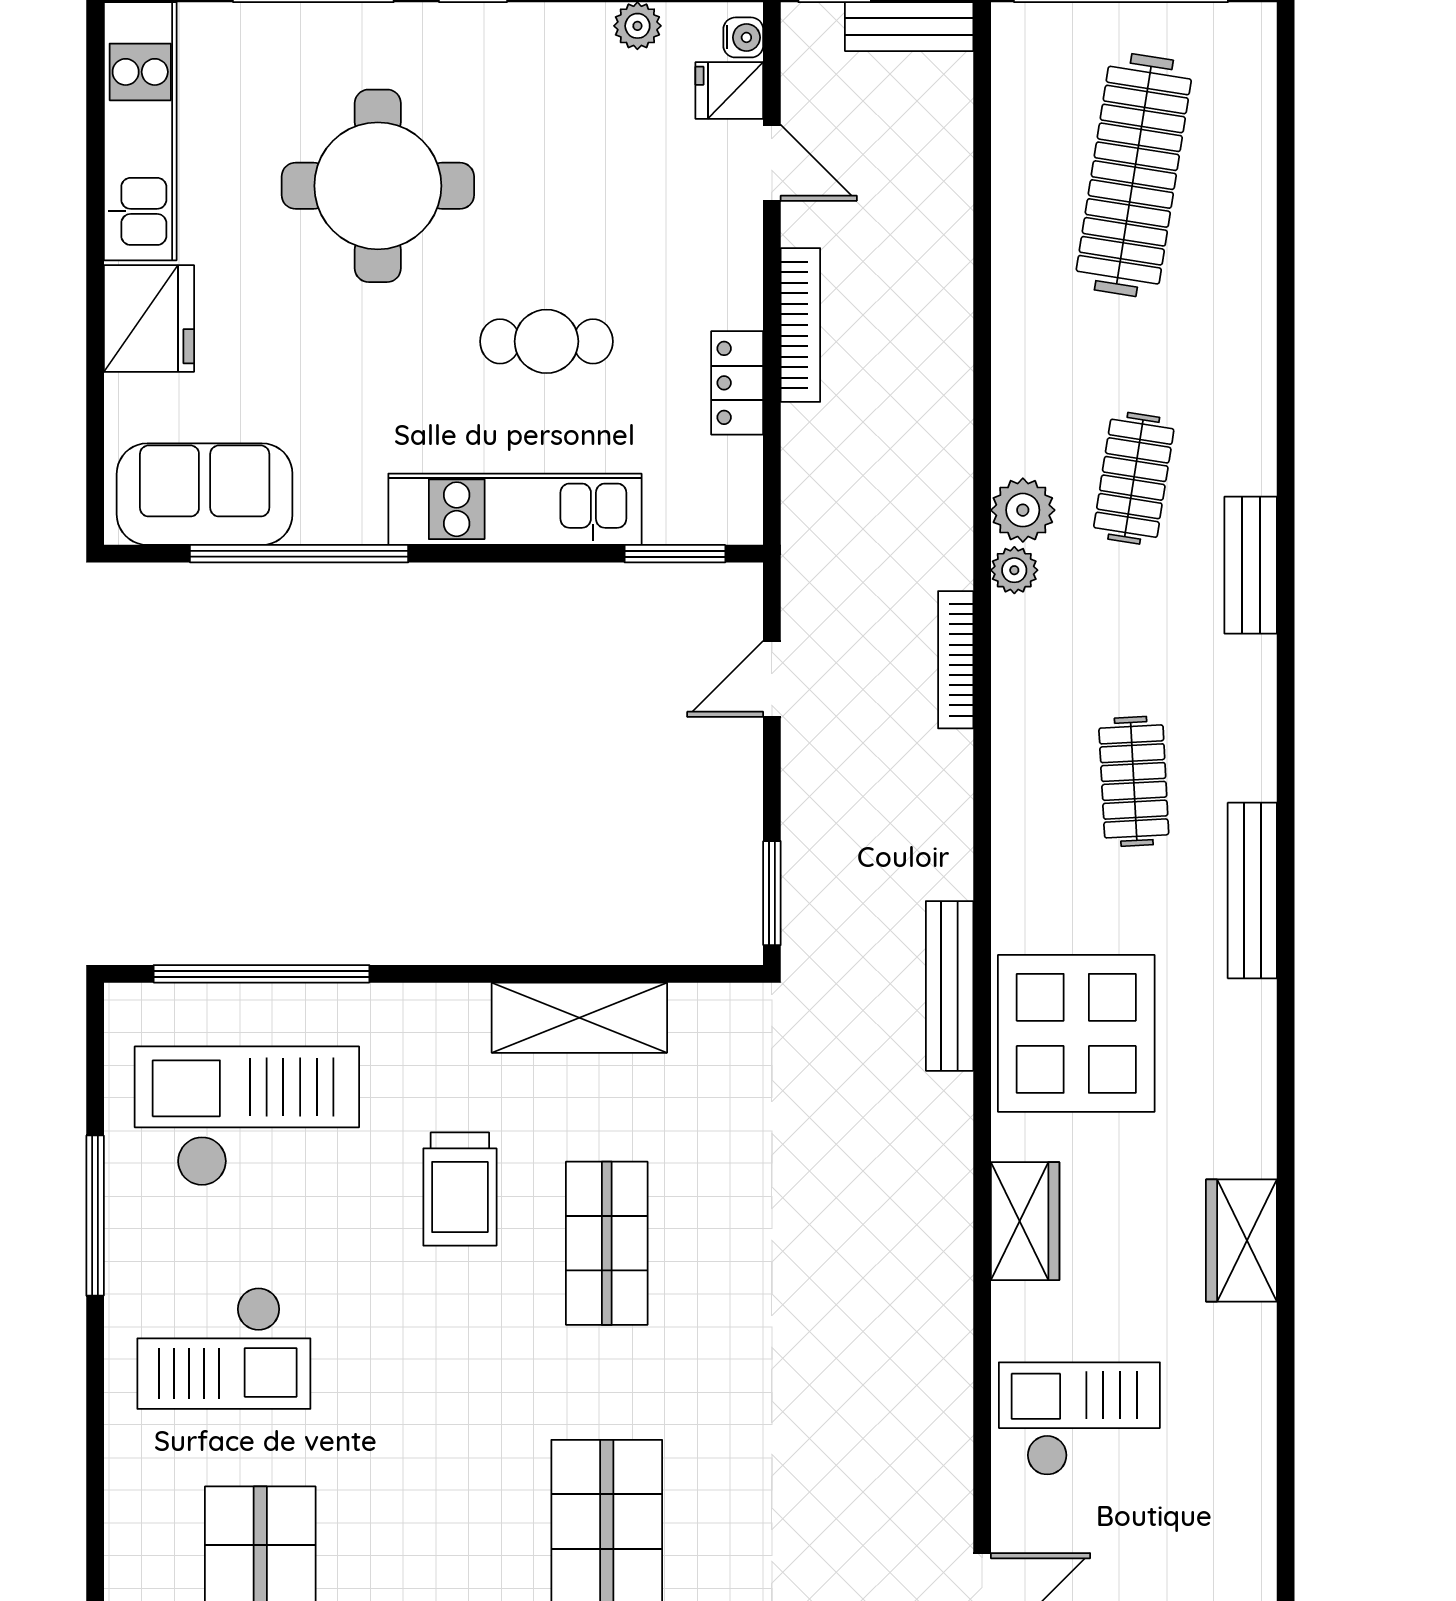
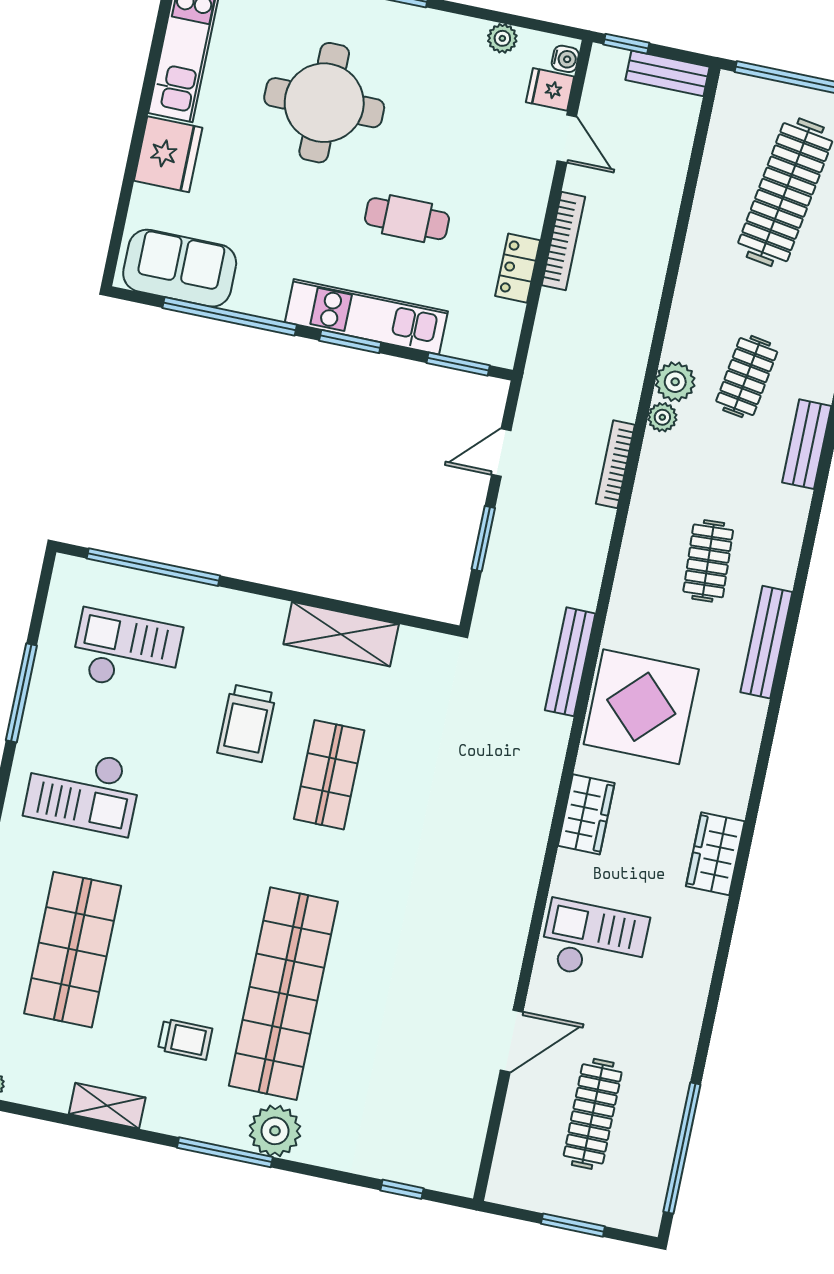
window: (497, 554) -> (350, 342), added
window: (772, 893) -> (483, 539), moved
checkout: (247, 1116) -> (126, 652), width x0.73, depth x0.83

